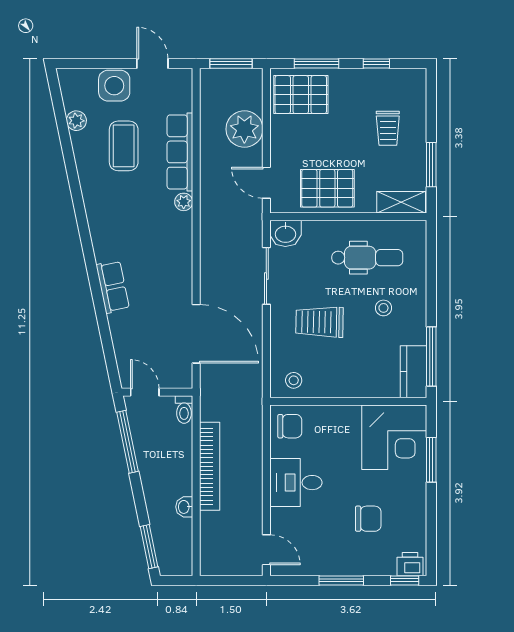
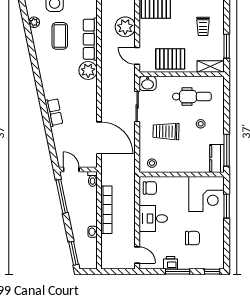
plant: (184, 202) -> (88, 71), width x1.87, depth x1.87
printer: (410, 564) -> (170, 263), moved

